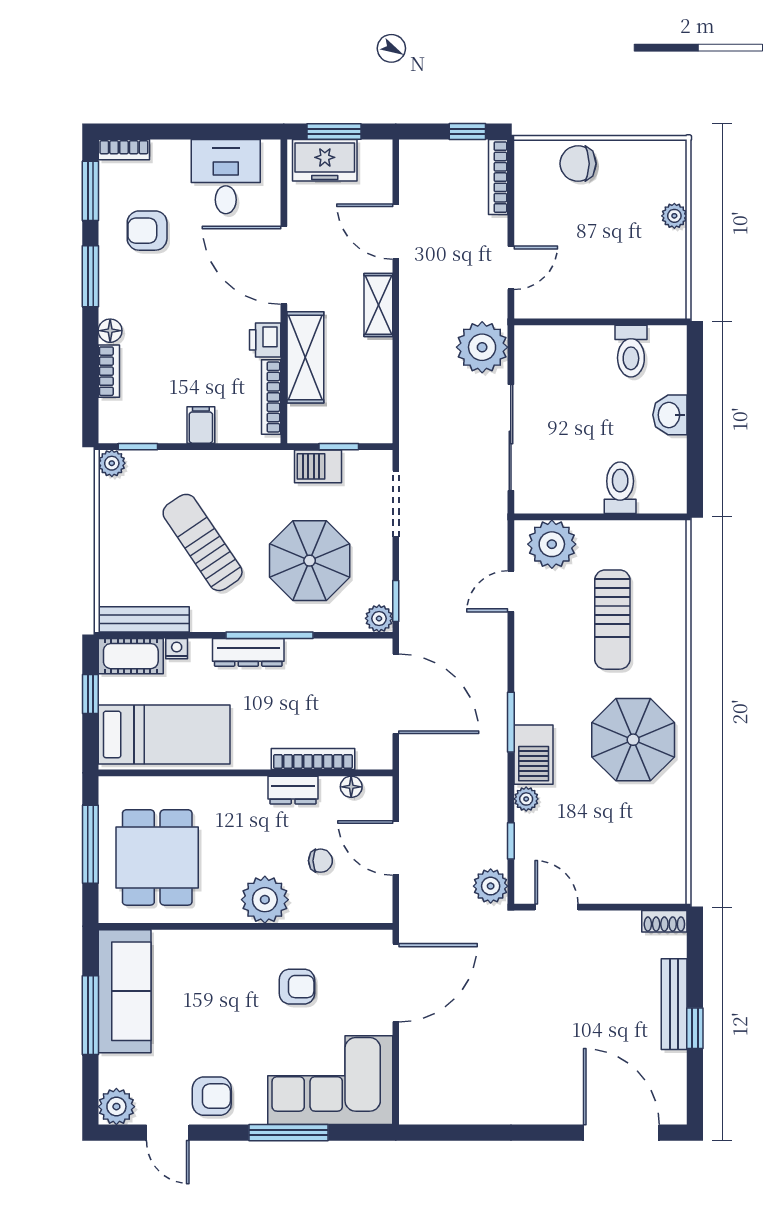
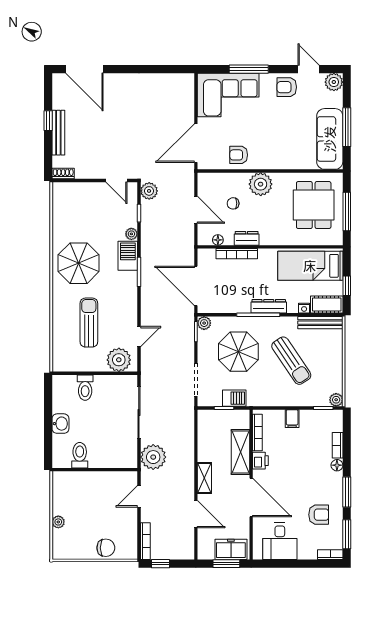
armchair: (297, 987) -> (239, 155), moved

